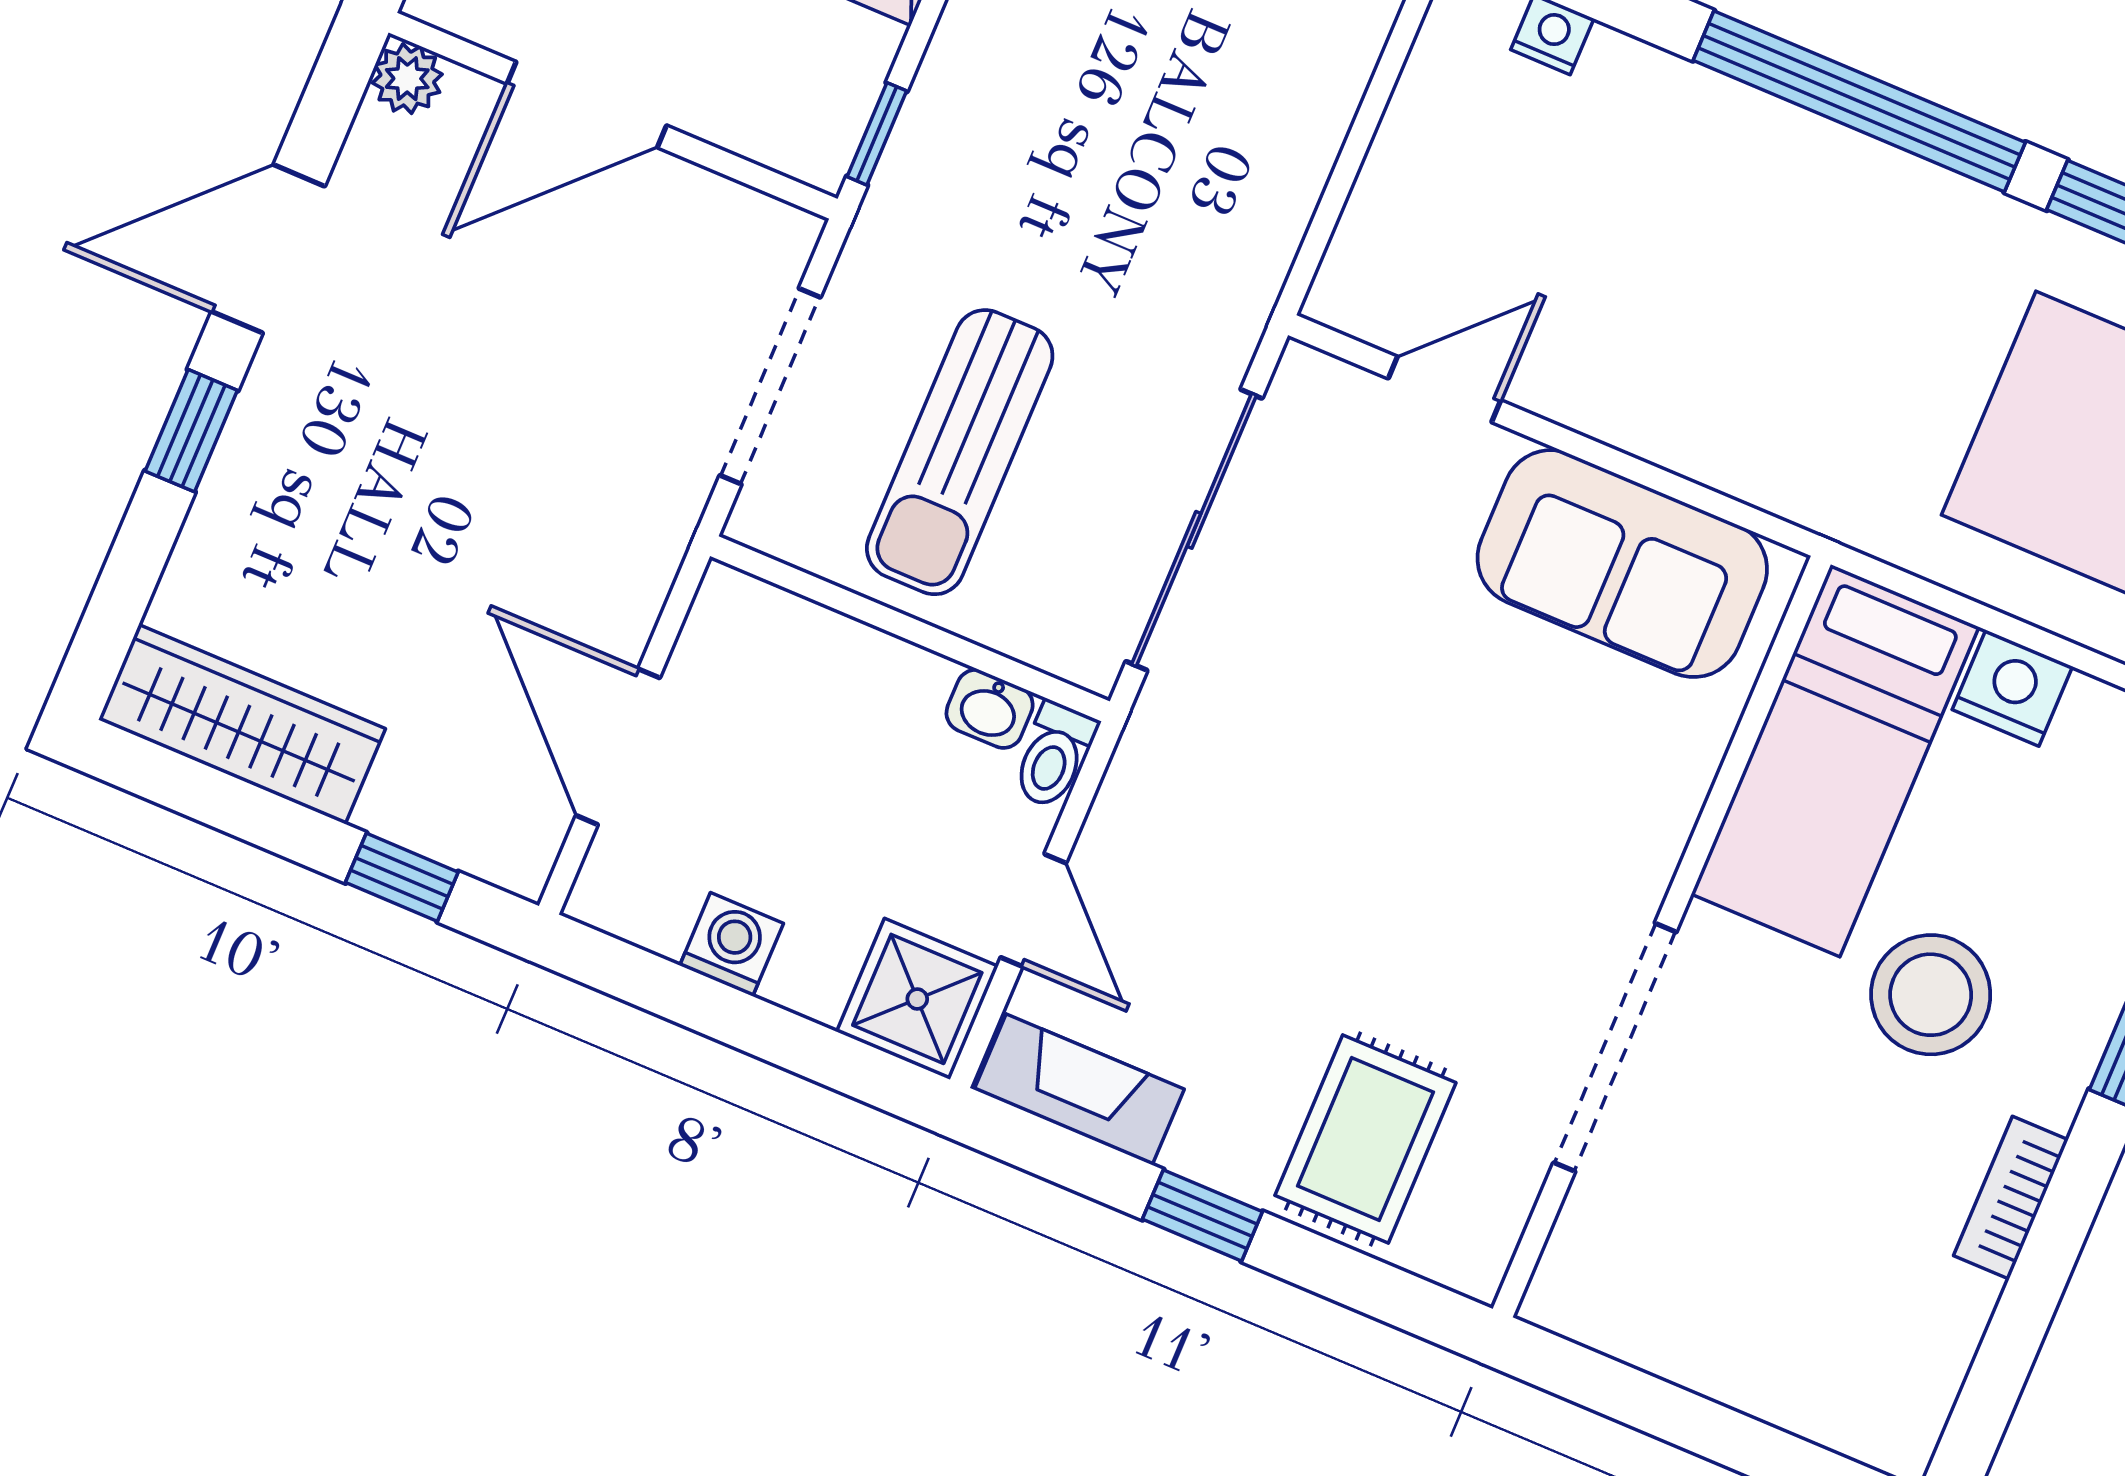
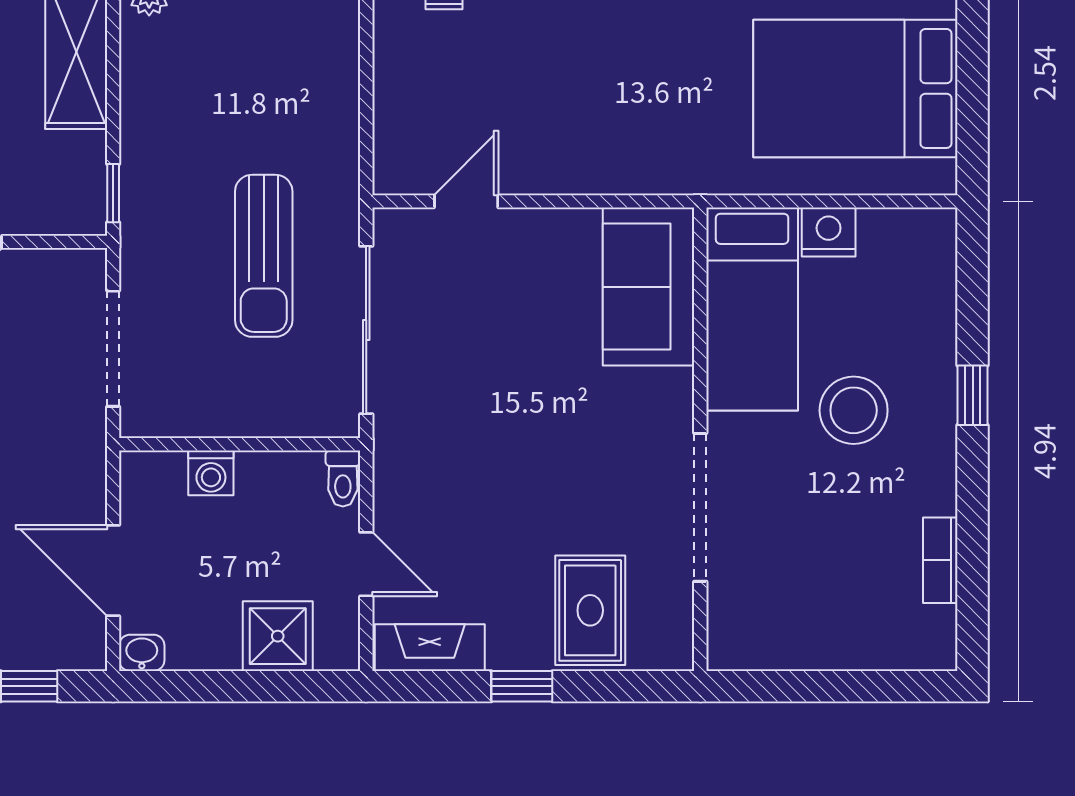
sun lounger: (960, 452) -> (264, 256), moved
sofa: (1622, 564) -> (648, 287), moved, turned 90
washbasin: (990, 709) -> (142, 653), moved, turned 180
washing machine: (732, 944) -> (211, 473), moved, turned 180
shower: (917, 999) -> (278, 636), moved
bookcase: (2011, 1198) -> (940, 560), moved

